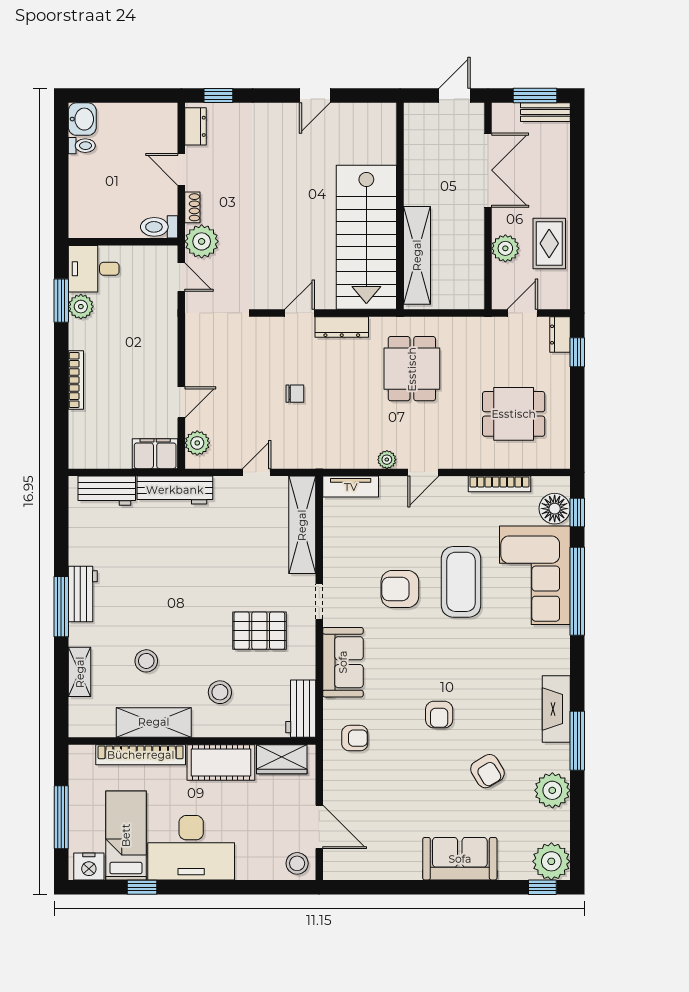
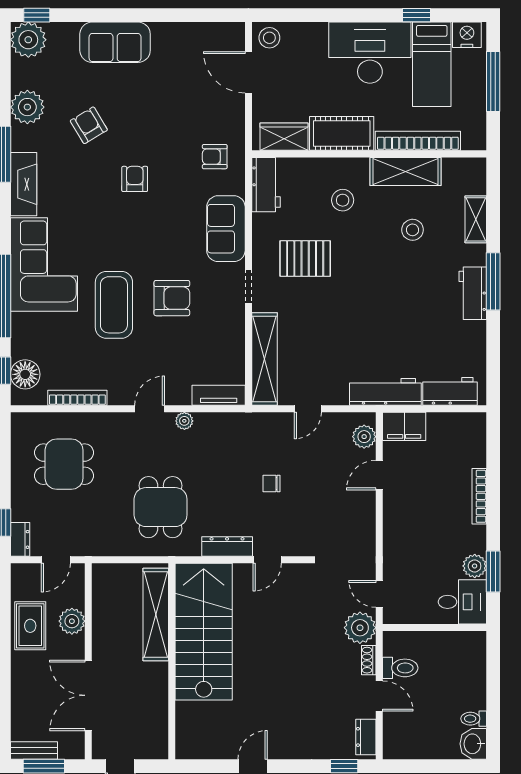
toilet: (159, 227) -> (400, 668), moved
corner sofa: (535, 575) -> (44, 265), moved

